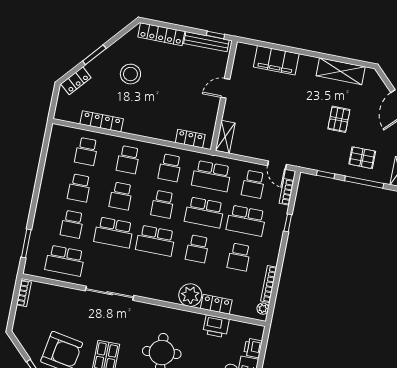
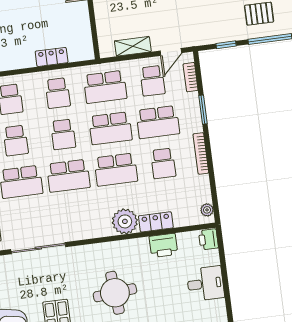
shelving: (225, 137) -> (133, 46), moved, turned 90
locker: (190, 139) -> (52, 57), moved
door: (277, 165) -> (171, 52), hinge flipped
window: (288, 223) -> (203, 110), width x1.50
school desk: (197, 249) -> (116, 170), width x1.85
bookcase: (269, 284) -> (201, 153), moved
printer: (253, 348) -> (208, 239), moved

